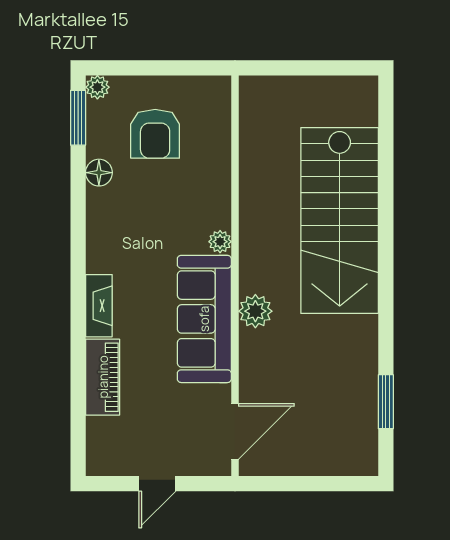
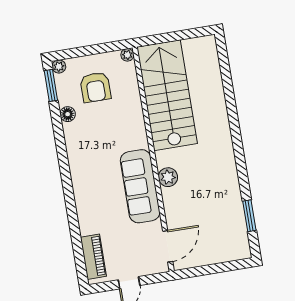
stairs: (340, 221) -> (167, 95), moved, turned 180
plant: (220, 242) -> (127, 55), moved
fireplace: (99, 306) -> (80, 189), removed
piano: (103, 377) -> (93, 257), moved

